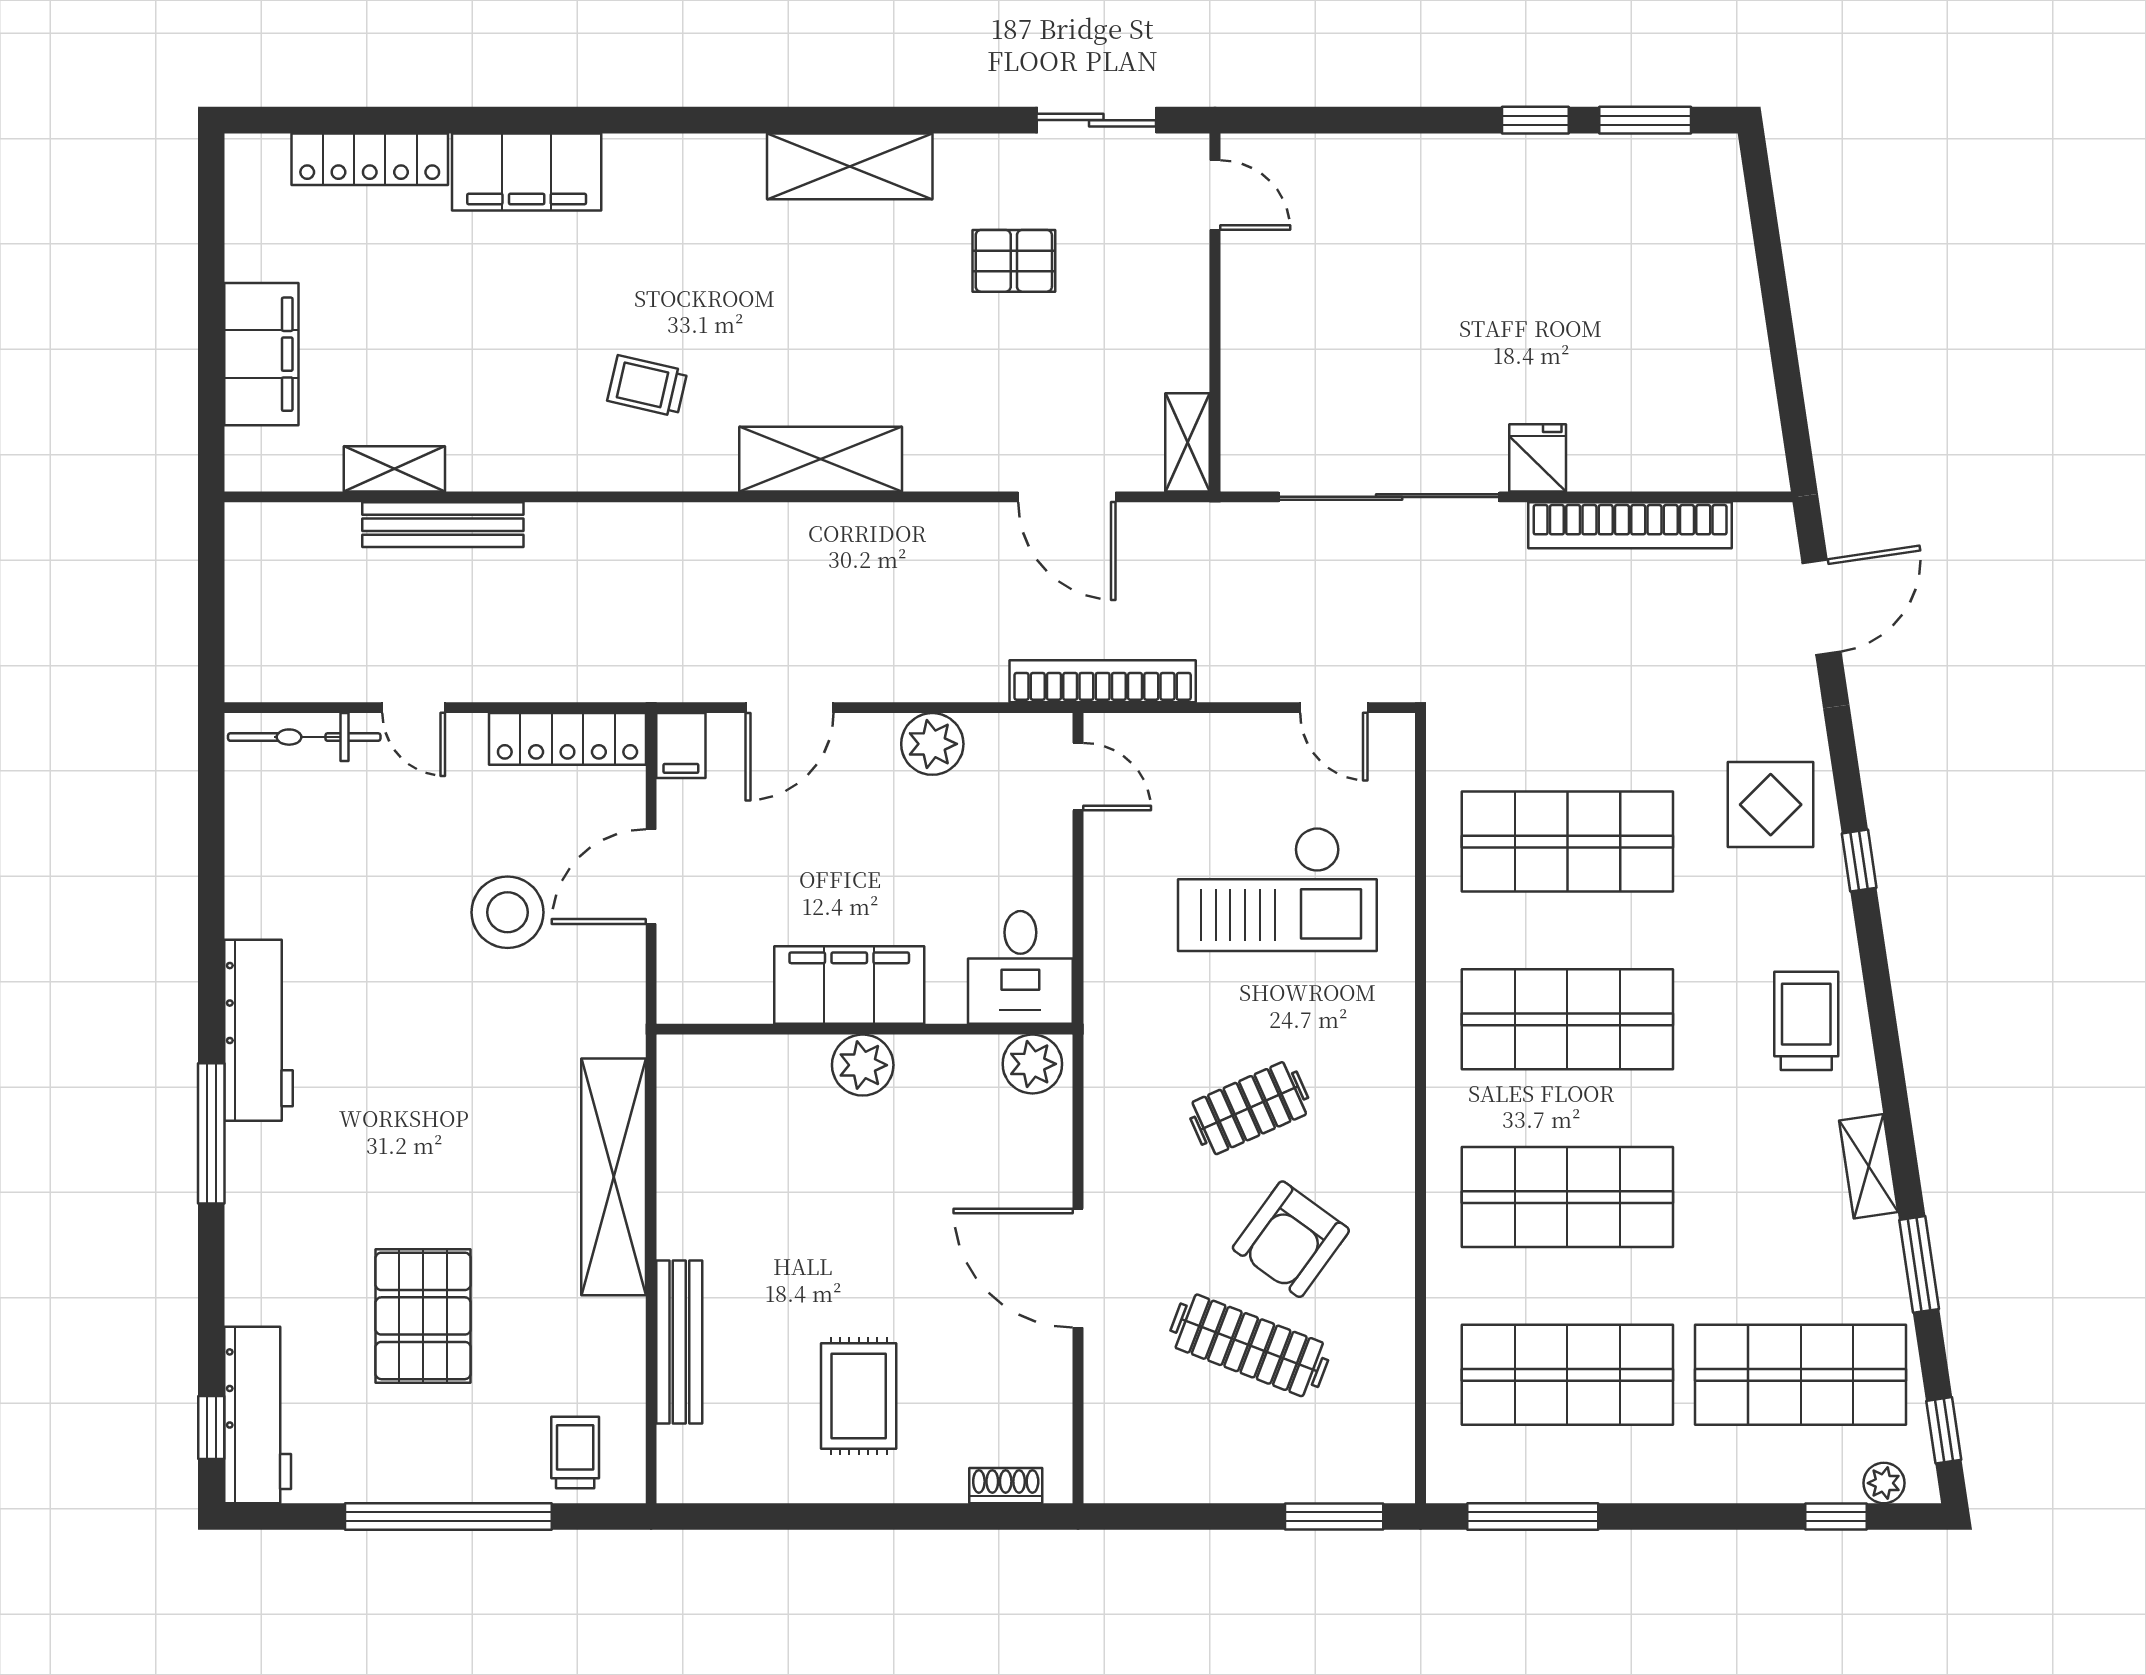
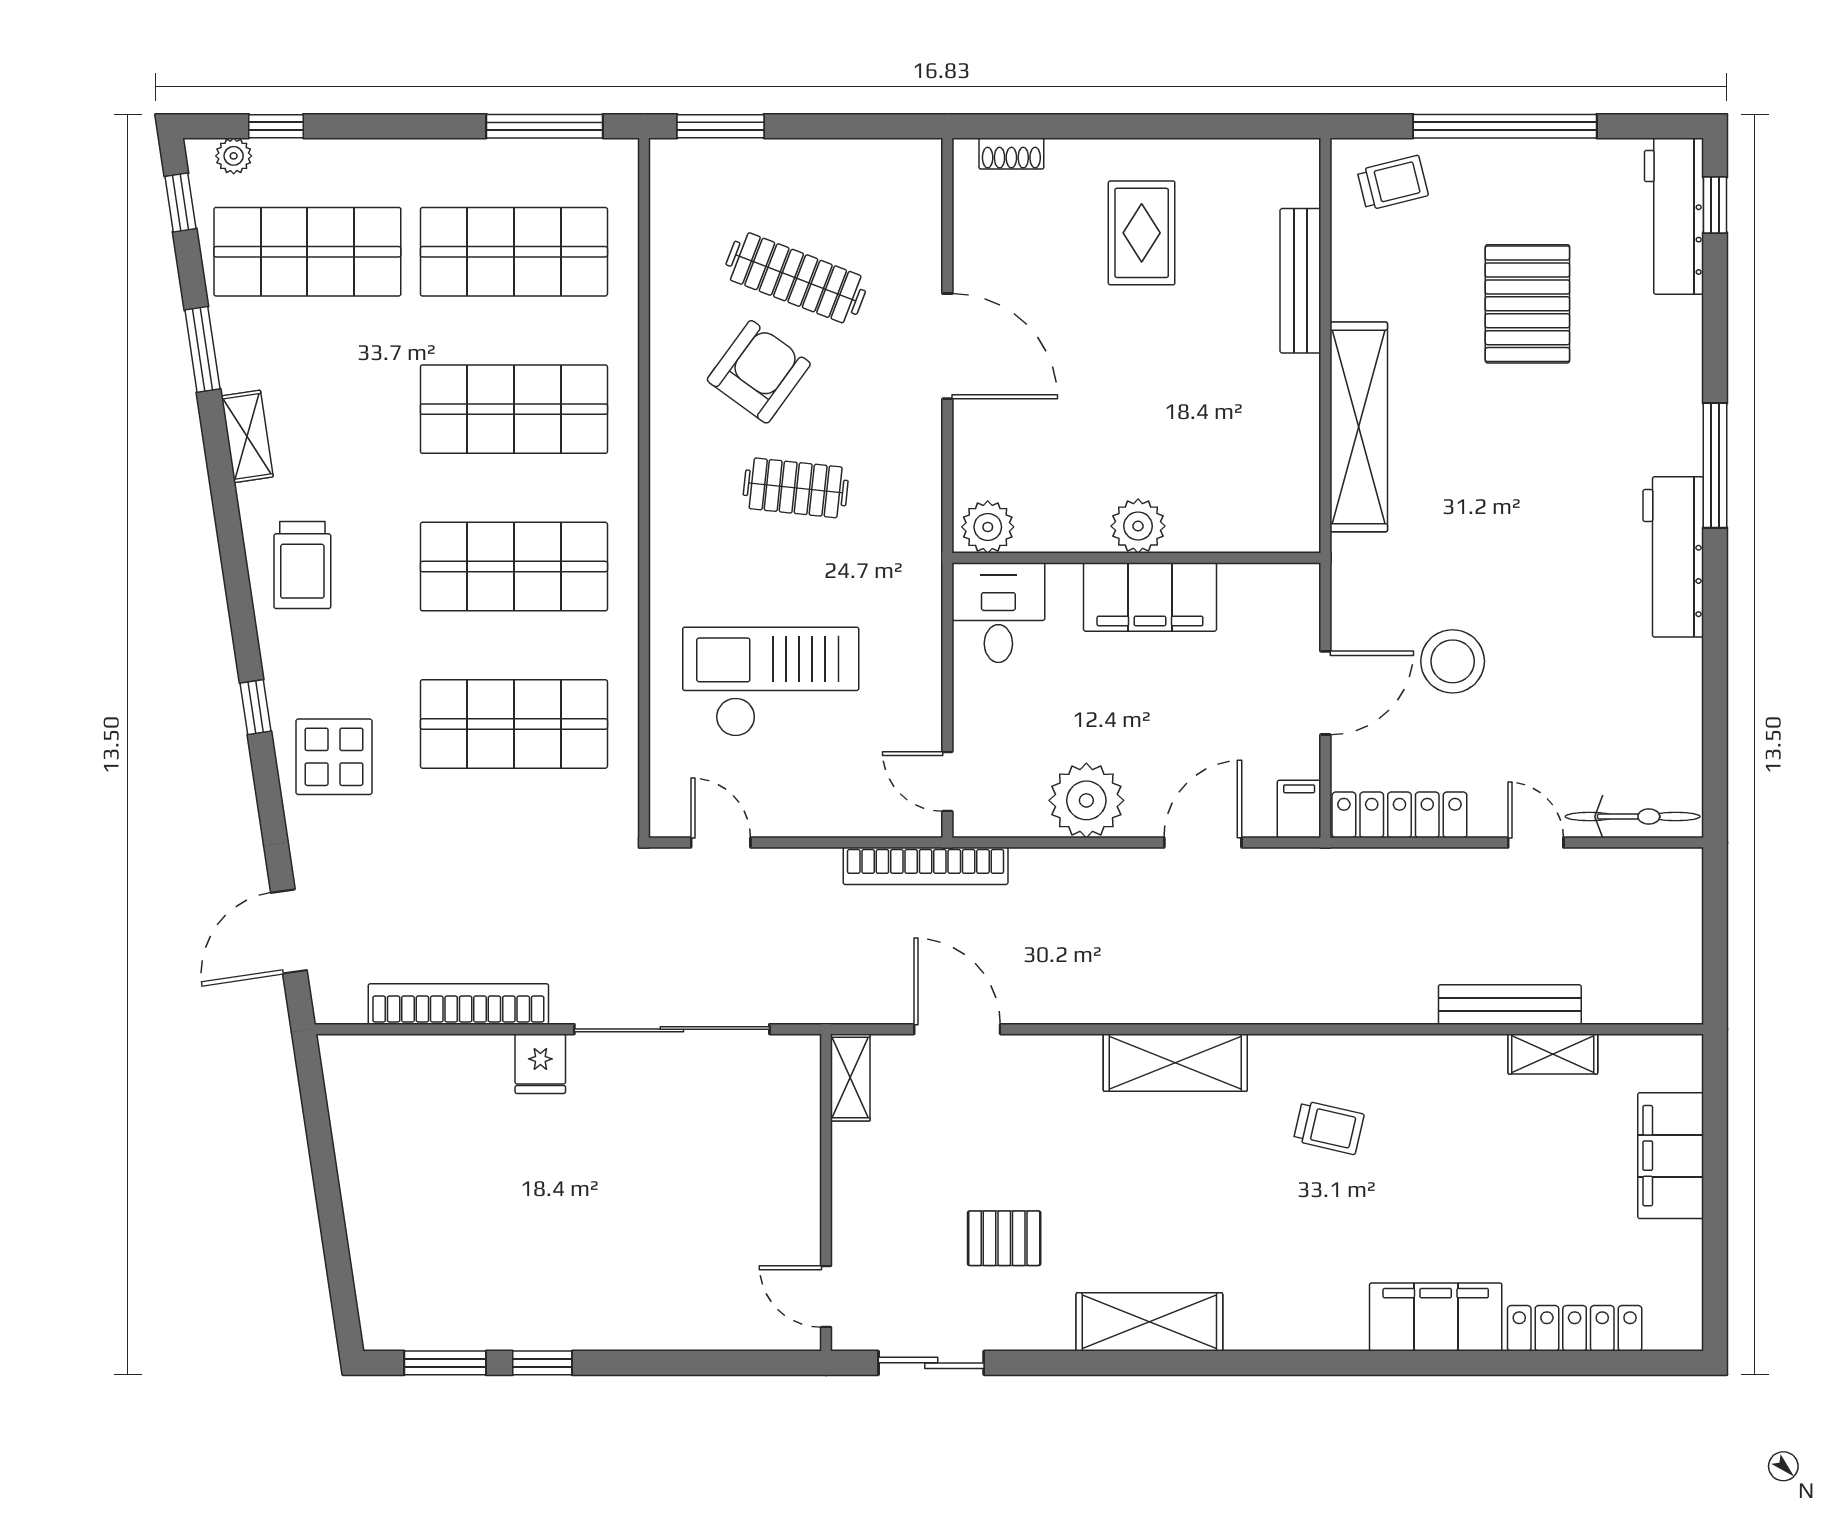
plant: (932, 744) -> (1086, 800), width x1.36, depth x1.36
clothes rail: (1249, 1108) -> (796, 488), turned 30
trolley: (575, 1453) -> (1393, 183), turned -104

